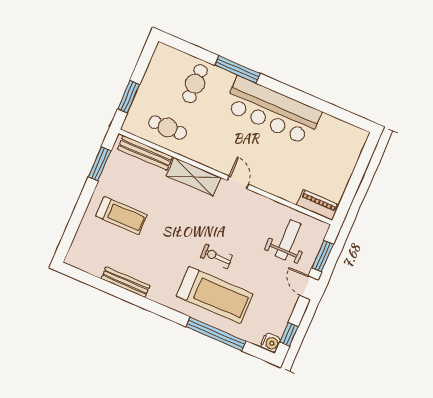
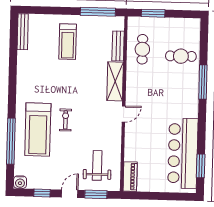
bar counter: (273, 111) -> (183, 153), moved
window: (339, 113) -> (201, 166), added
bench: (145, 153) -> (118, 46), width x0.73
window: (100, 164) -> (98, 12), width x1.44
weight bench: (288, 240) -> (97, 165), turned -90
bench: (126, 282) -> (23, 32), moved
window: (289, 334) -> (42, 193), moved

